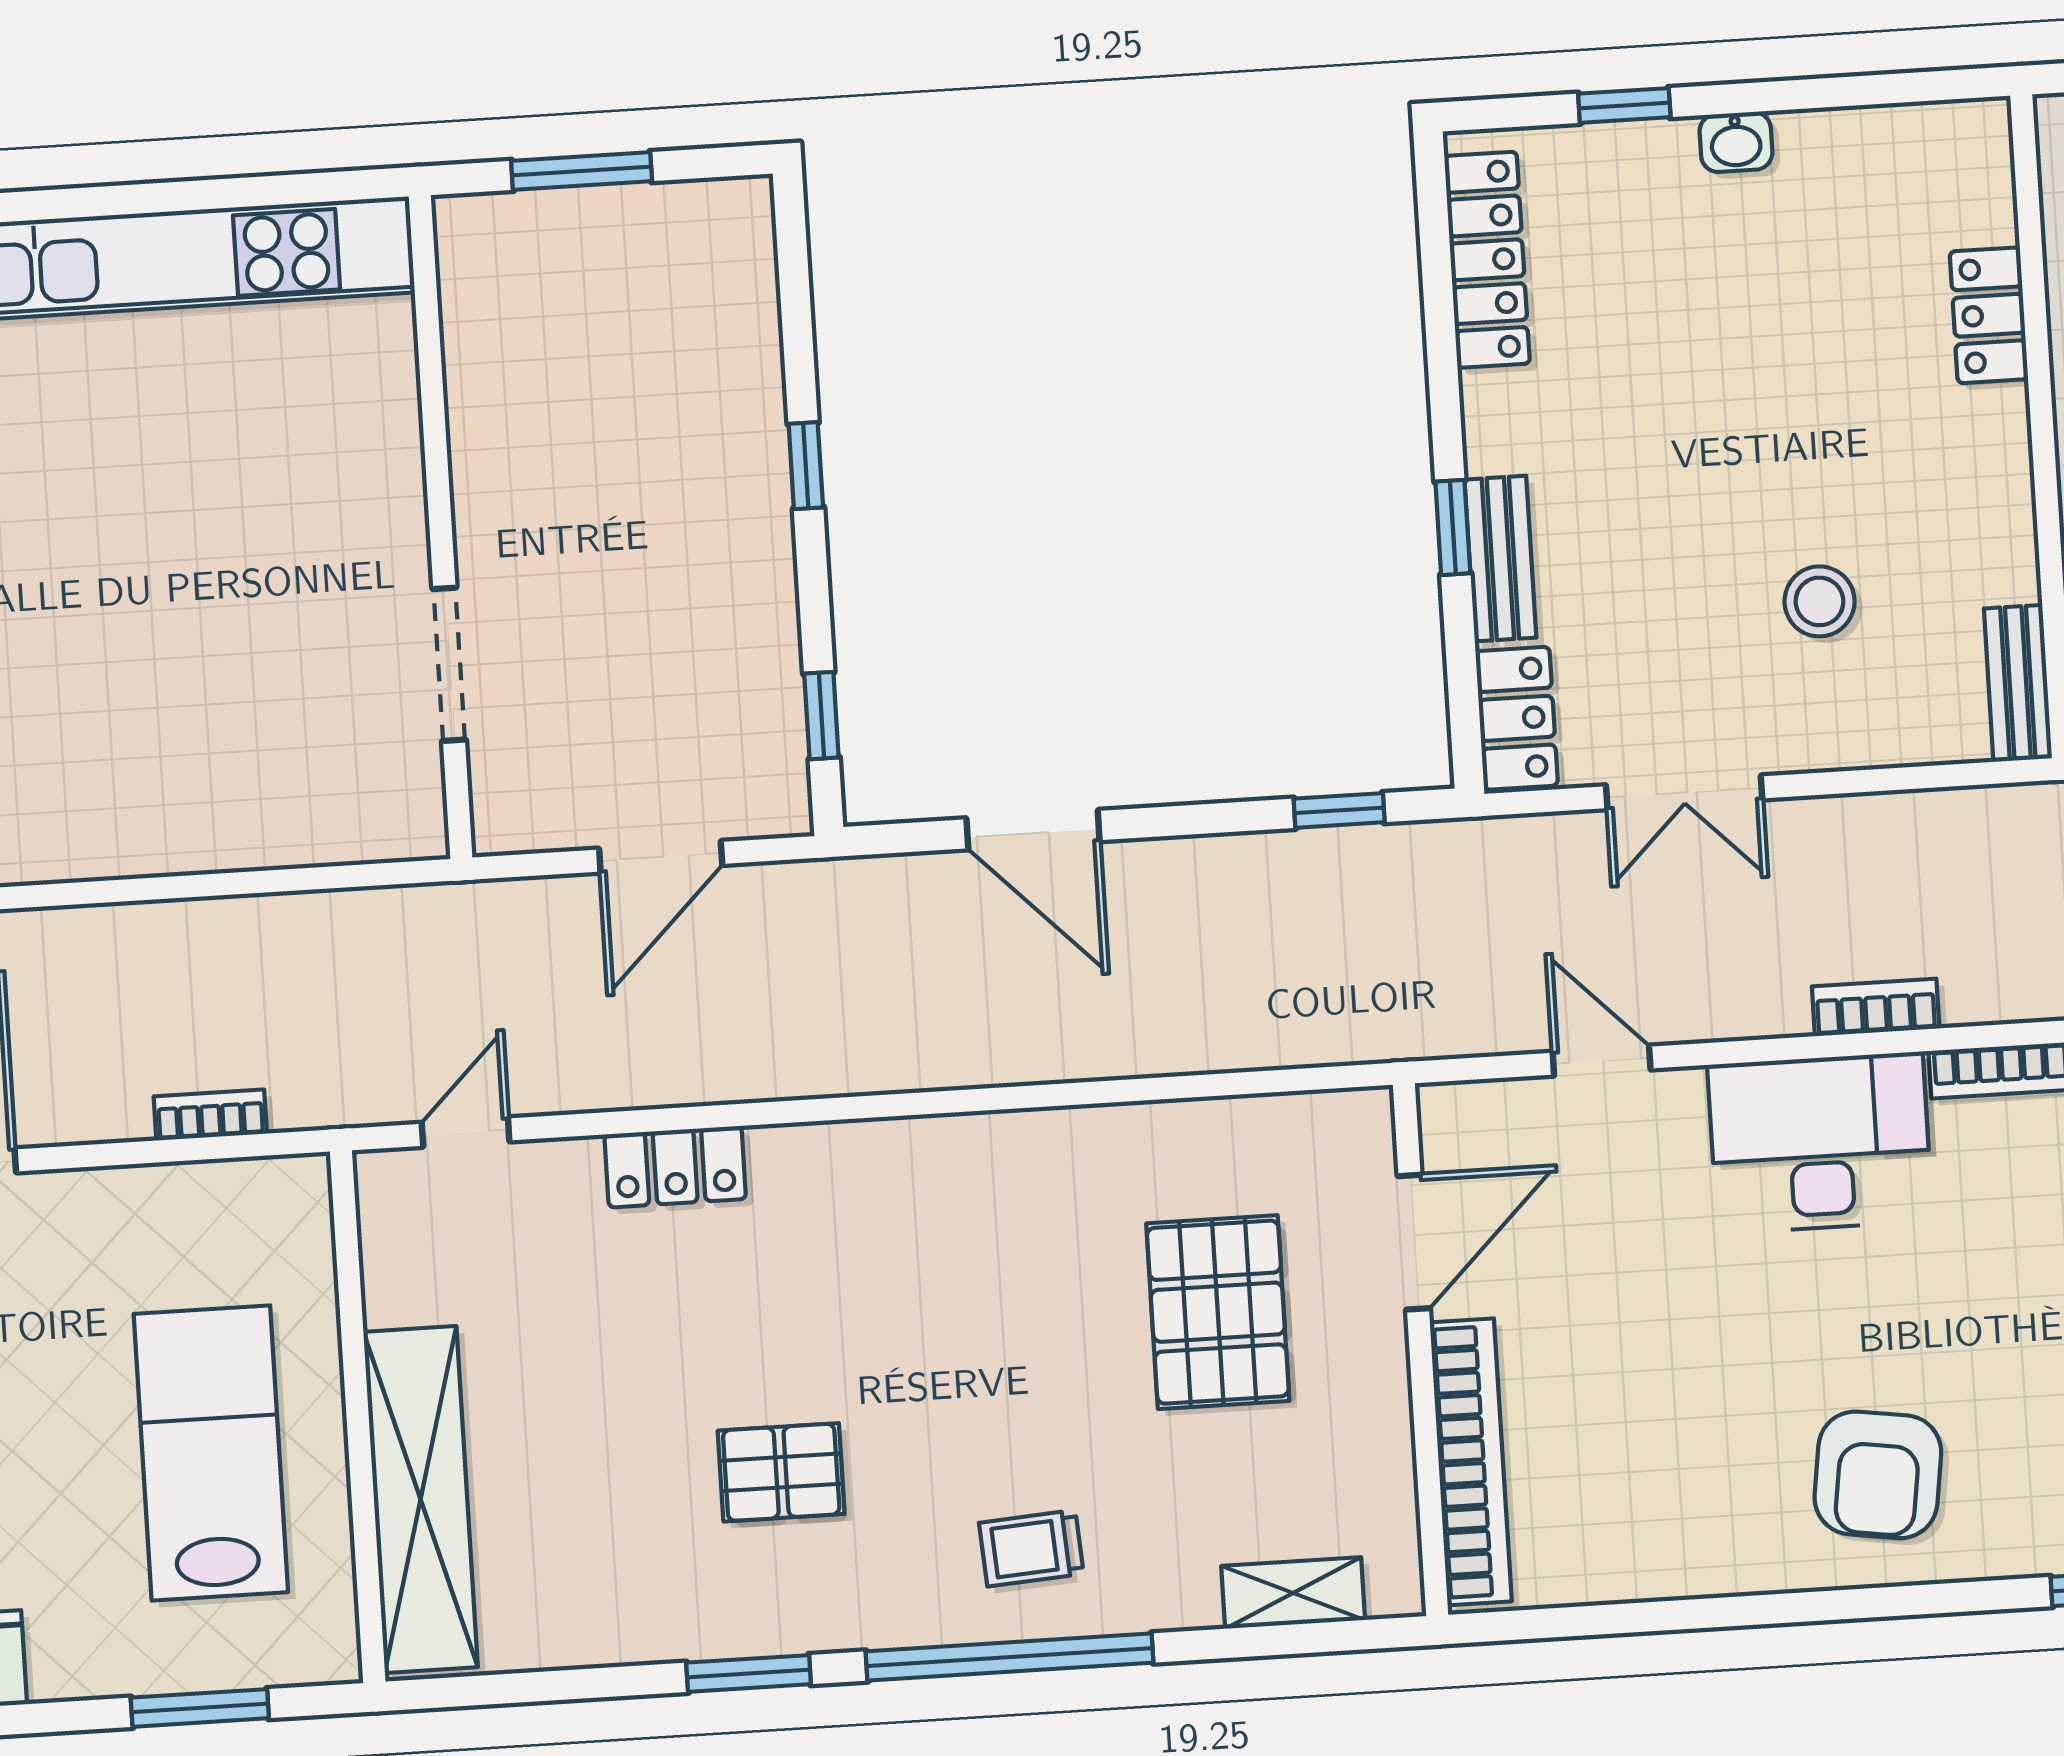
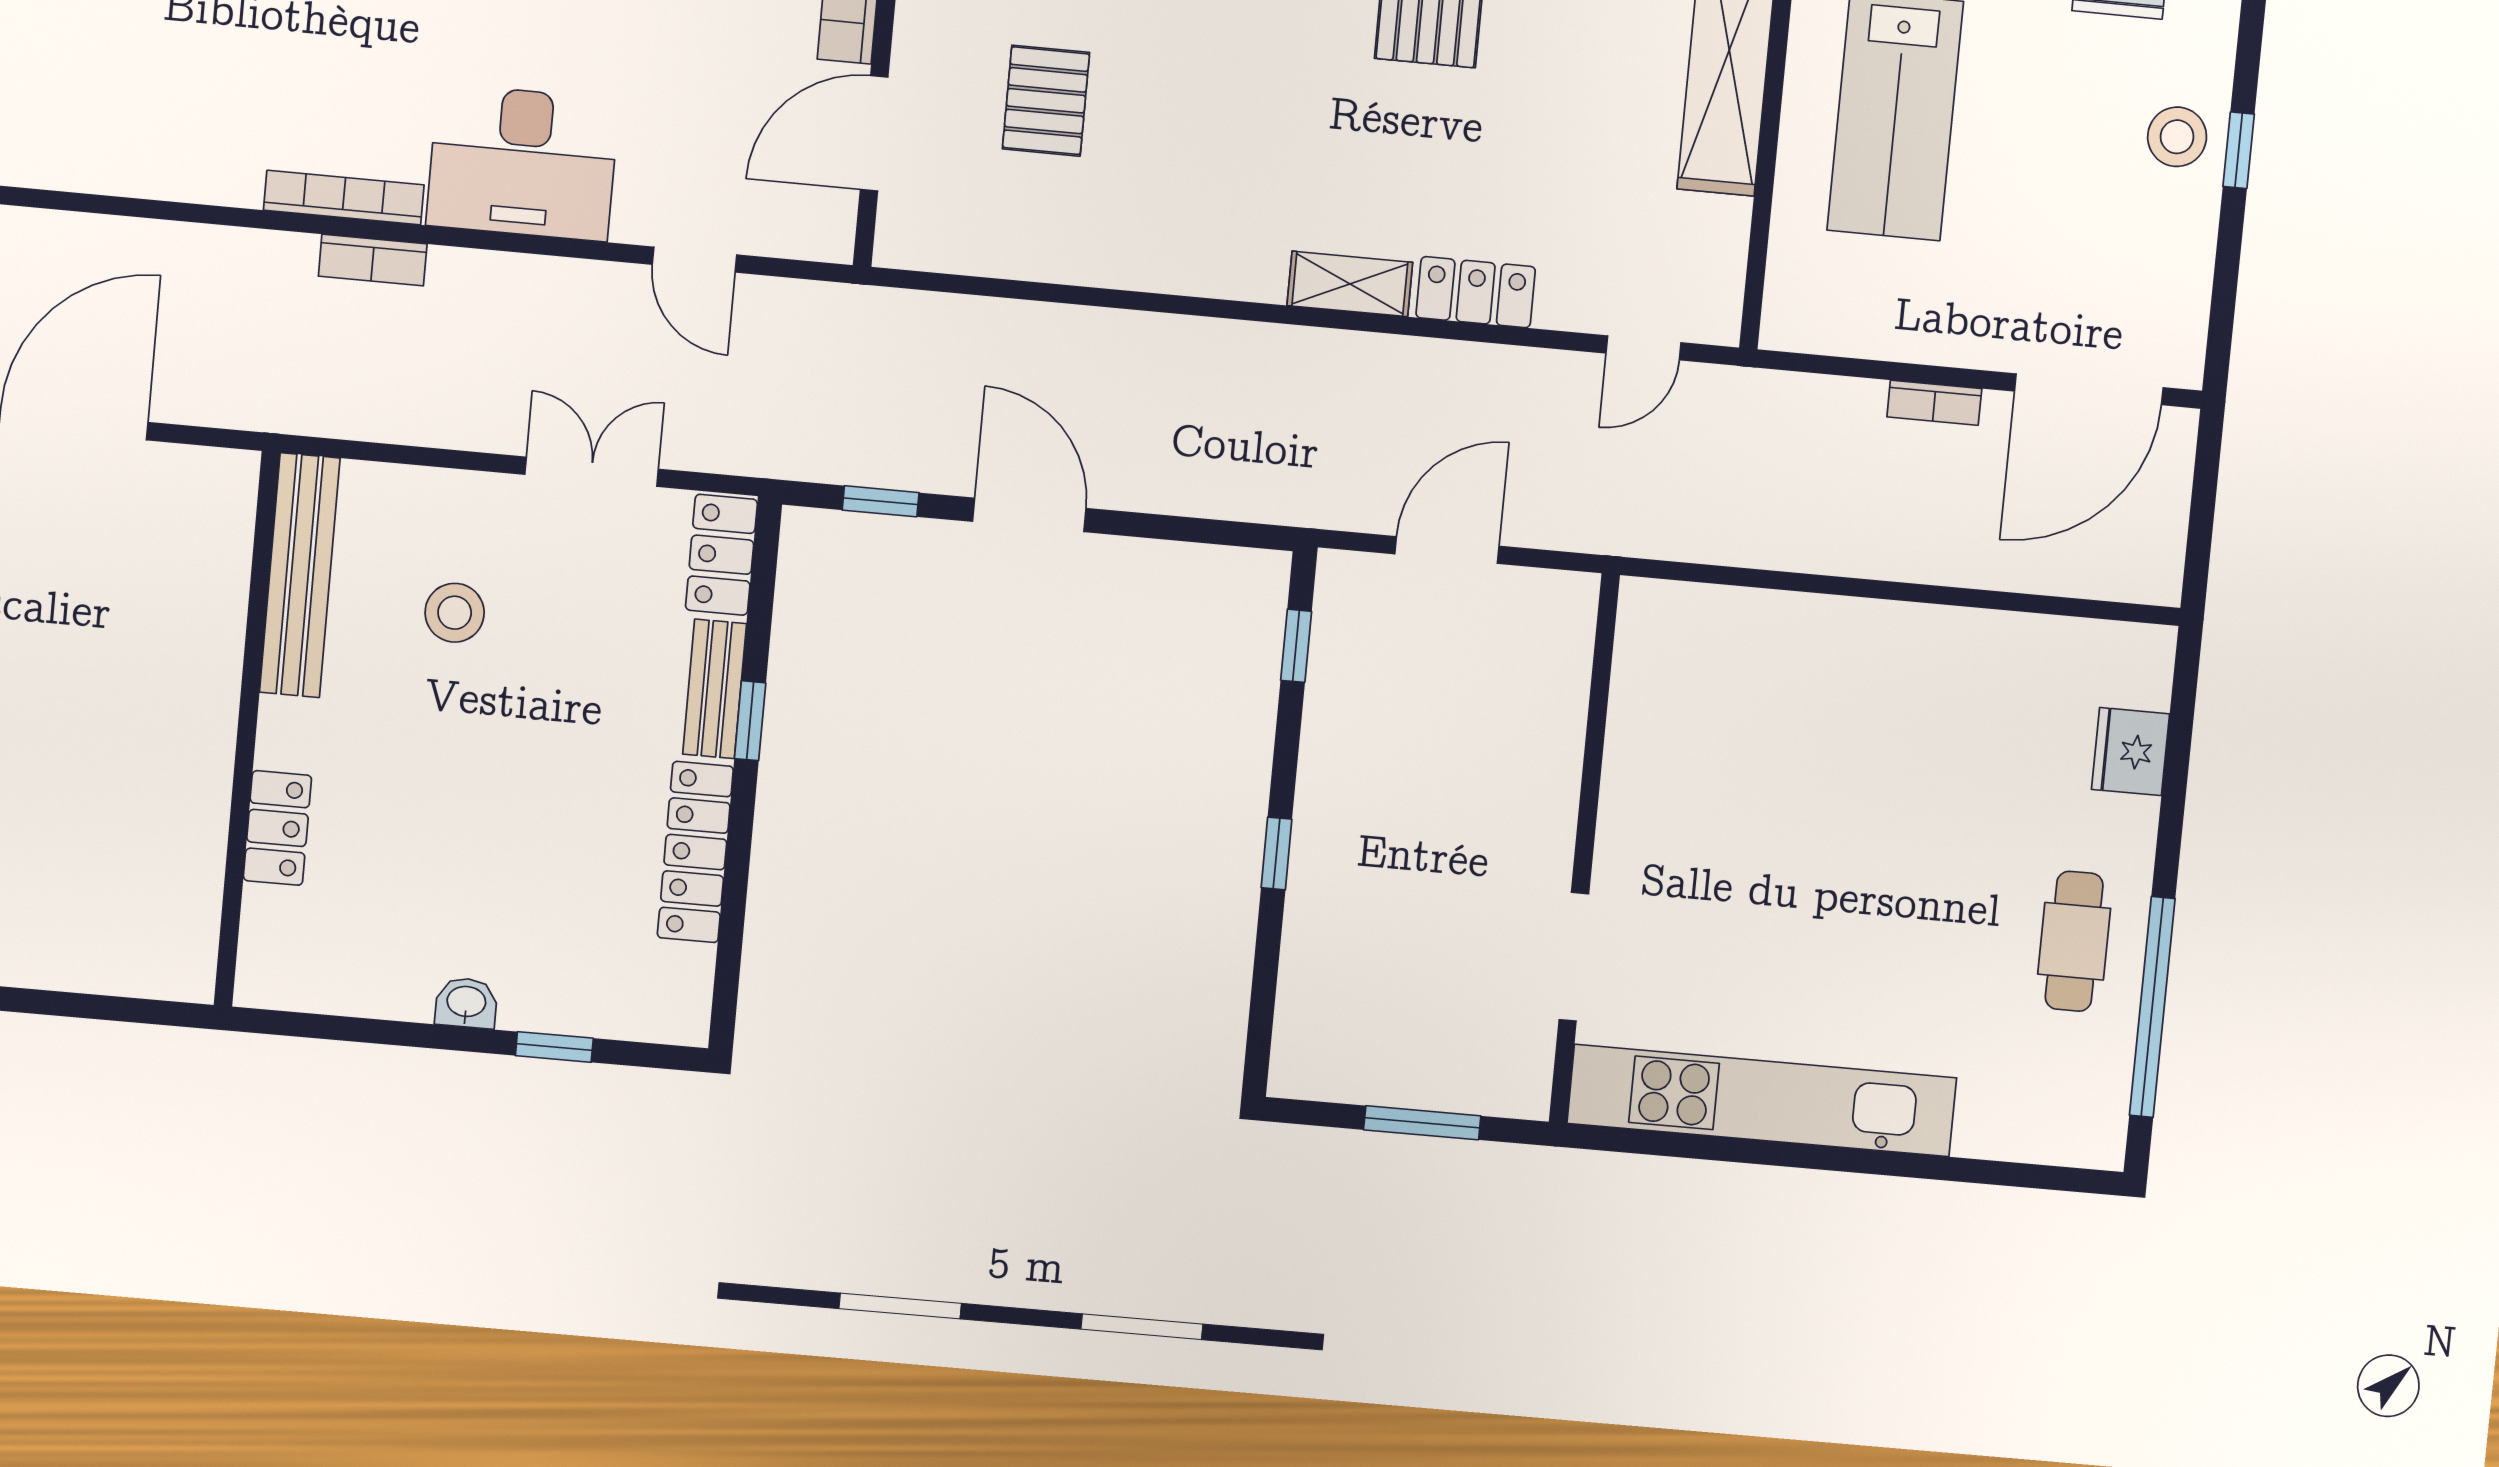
locker: (1487, 260) -> (695, 852), moved
doorway: (449, 664) -> (1574, 957), moved
bench: (2018, 683) -> (300, 575), width x1.86, depth x1.21
door: (1033, 830) -> (1029, 515), moved
bookcase: (1876, 1007) -> (373, 260), moved
bookcase: (210, 1115) -> (1934, 403), moved
shelving: (826, 1153) -> (1350, 284), added
pallet: (1218, 1312) -> (1046, 101), width x0.67, depth x0.71

